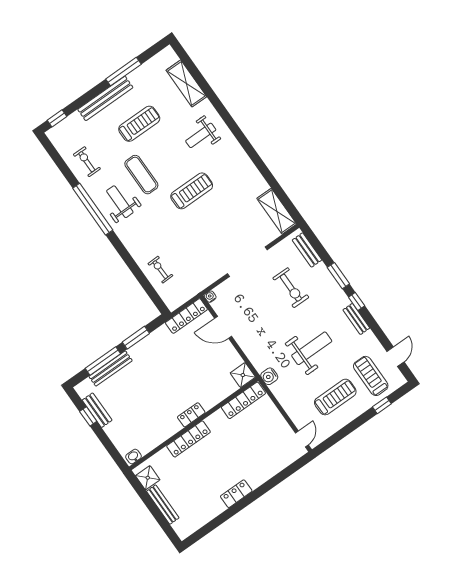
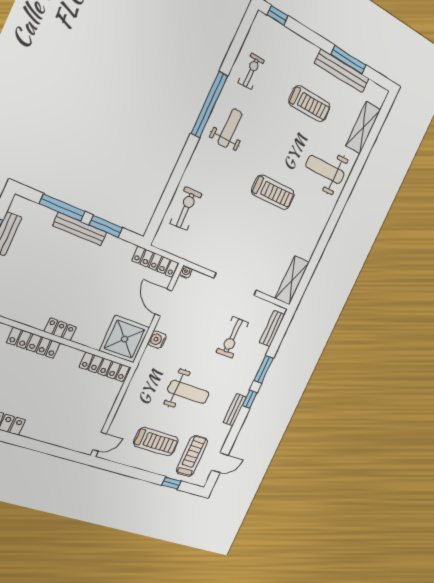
bench: (105, 98) -> (342, 71), moved
weight bench: (201, 135) -> (325, 170), width x1.36, depth x1.33
exercise mat: (141, 175) -> (265, 134), removed
exercise bike: (160, 270) -> (186, 209), width x1.38, depth x1.39
bench: (111, 369) -> (80, 229), moved
shower: (243, 375) -> (124, 339), width x1.86, depth x1.86
water cooler: (269, 376) -> (157, 340), moved

